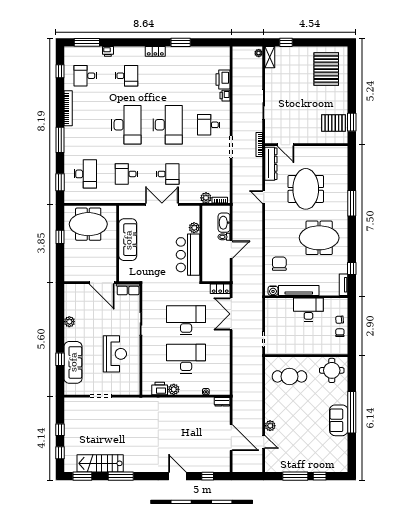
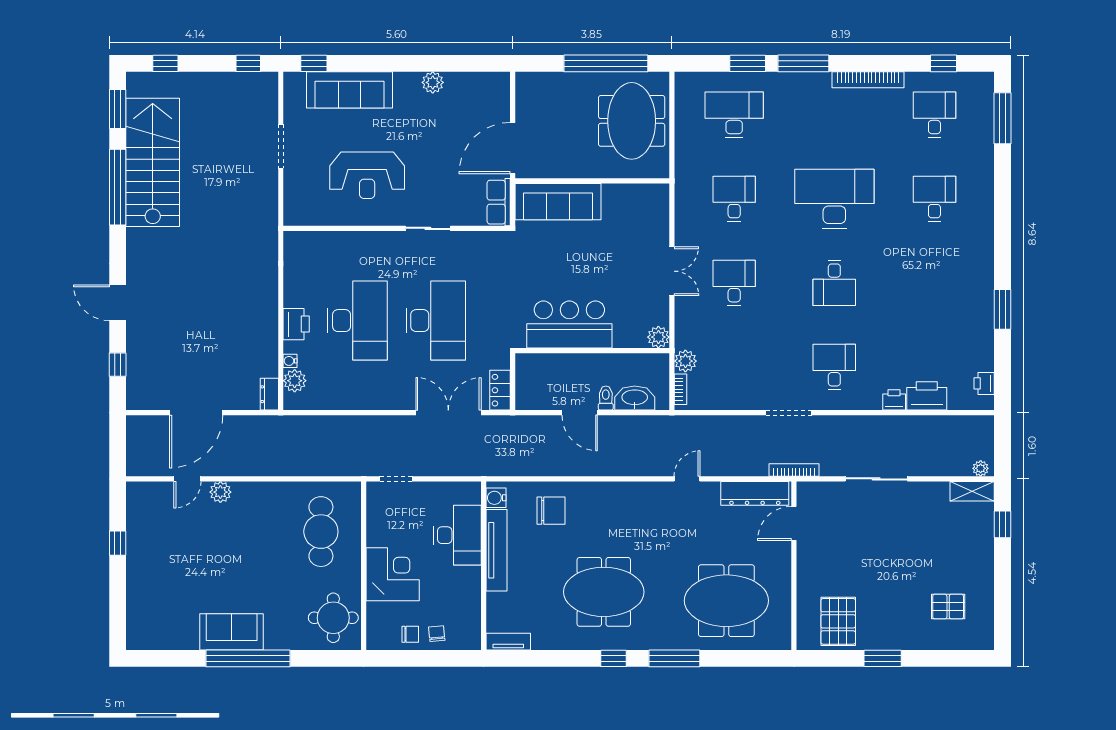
printer: (108, 51) -> (984, 383), moved
locker: (155, 51) -> (984, 258), removed
pallet: (326, 69) -> (948, 607), width x0.49, depth x0.50
desk: (126, 76) -> (934, 199), turned 180
window: (352, 122) -> (883, 658), moved
desk: (126, 125) -> (834, 199), turned 180
desk: (168, 125) -> (834, 283), width x0.53, depth x0.77
desk: (85, 174) -> (734, 115), turned 180
desk: (168, 174) -> (734, 283), turned 180
window: (60, 182) -> (748, 63), moved
meeting table: (306, 189) -> (726, 601), moved
double door: (162, 204) -> (672, 271), width x0.73
plant: (194, 228) -> (658, 337), moved
window: (60, 237) -> (606, 63), width x3.17
meeting table: (319, 238) -> (604, 592), turned 90
sofa: (128, 240) -> (558, 202), moved
window: (352, 268) -> (614, 658), moved
desk: (308, 310) -> (457, 535), moved
corner desk: (310, 341) -> (393, 574), added
window: (60, 359) -> (314, 63), moved
printer: (160, 389) -> (296, 324), moved
plant: (174, 389) -> (295, 381), moved
window: (60, 430) -> (248, 63), moved
stairs: (100, 463) -> (153, 162), width x1.36, depth x1.51
window: (121, 476) -> (118, 187), width x1.46
door: (177, 476) -> (118, 303), swing flipped
window: (295, 476) -> (118, 543), width x0.46
window: (320, 476) -> (118, 593), removed

